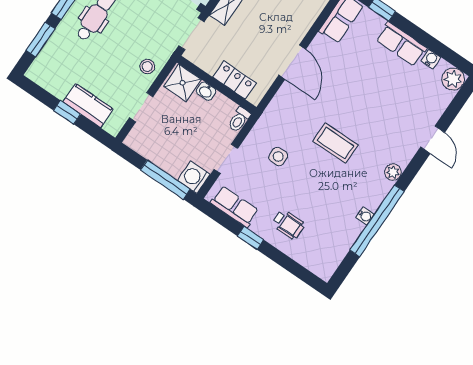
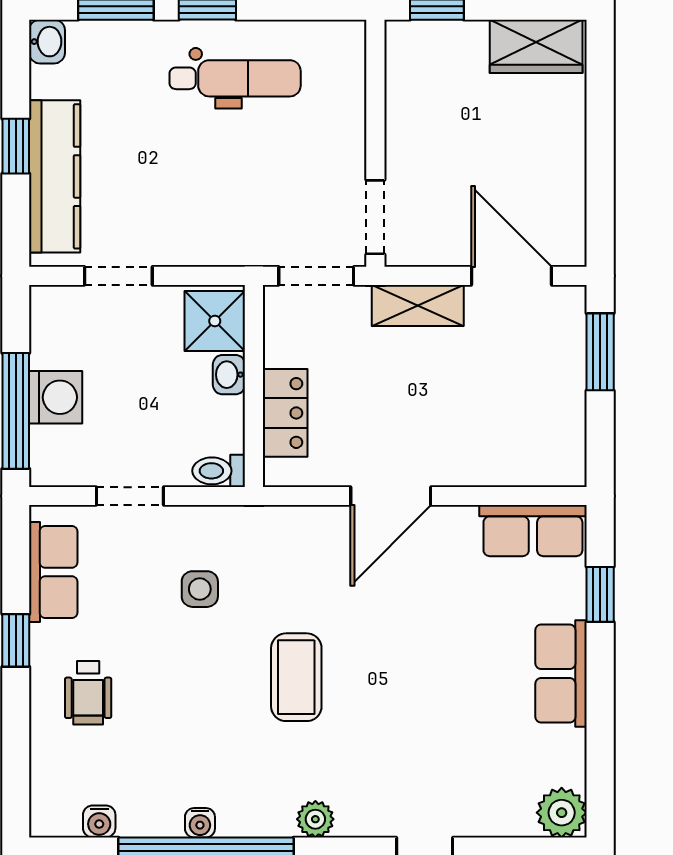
water cooler: (431, 59) -> (99, 821), moved, turned 90
stool: (147, 67) -> (200, 236), removed
washbasin: (36, 74) -> (47, 42), added
kitchen counter: (88, 106) -> (55, 176), width x1.50
washing machine: (194, 177) -> (56, 397), moved, turned 90

